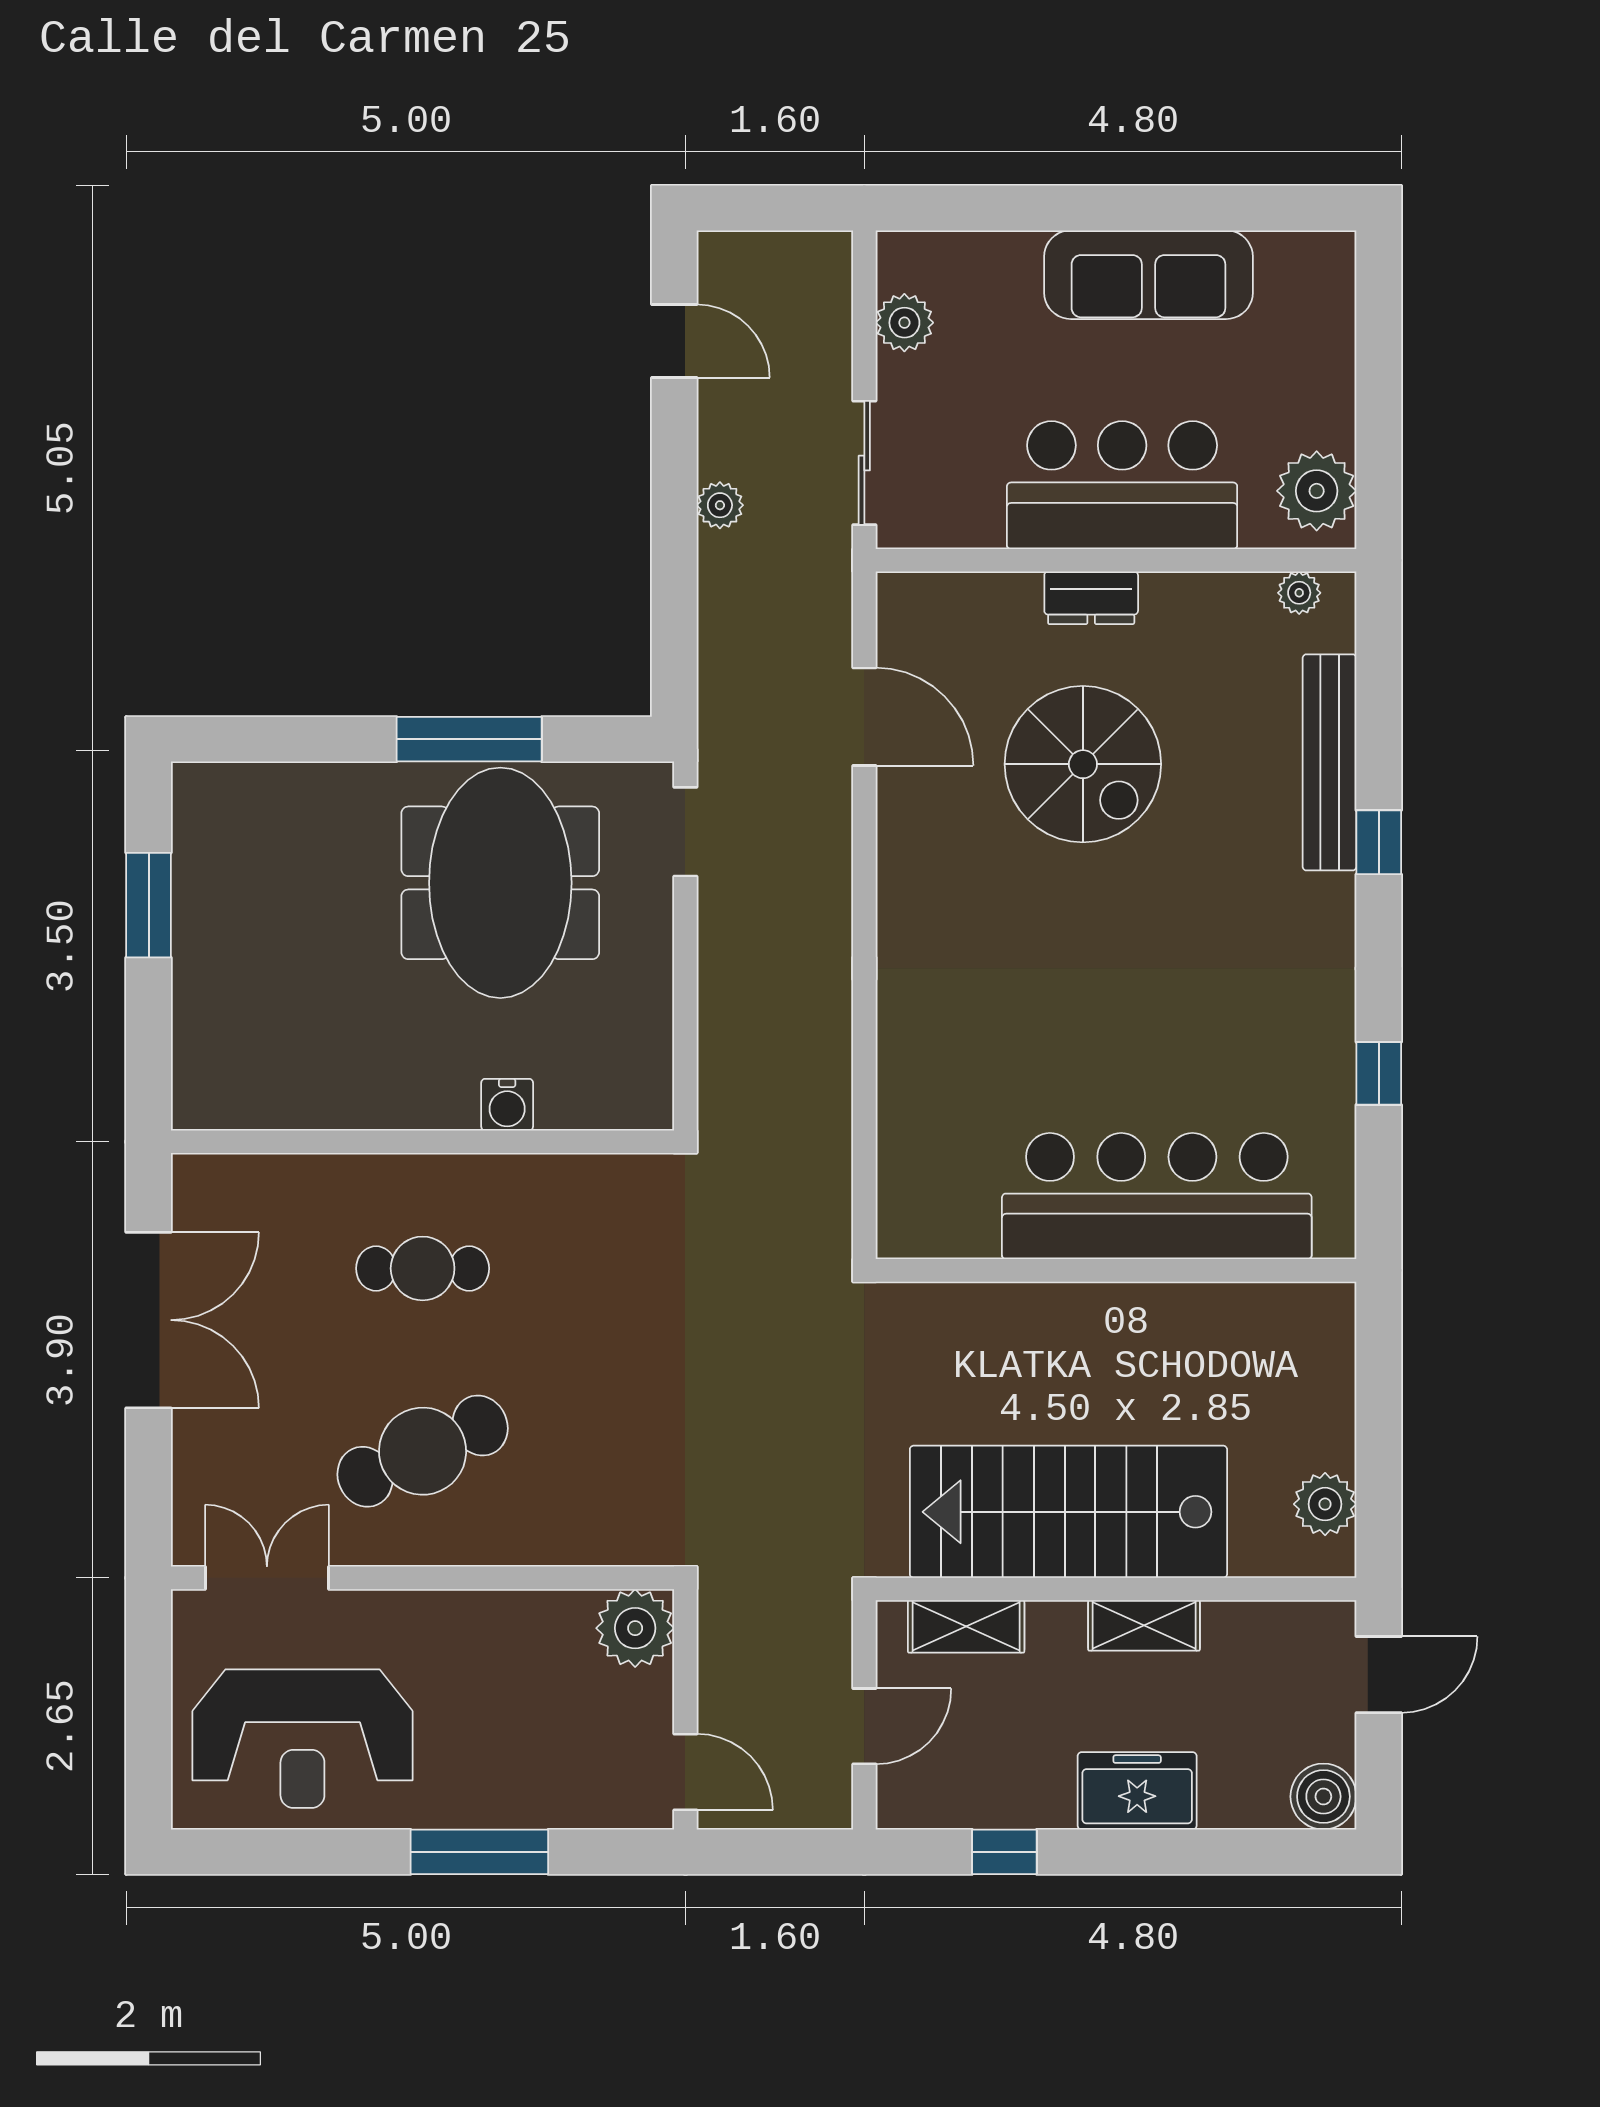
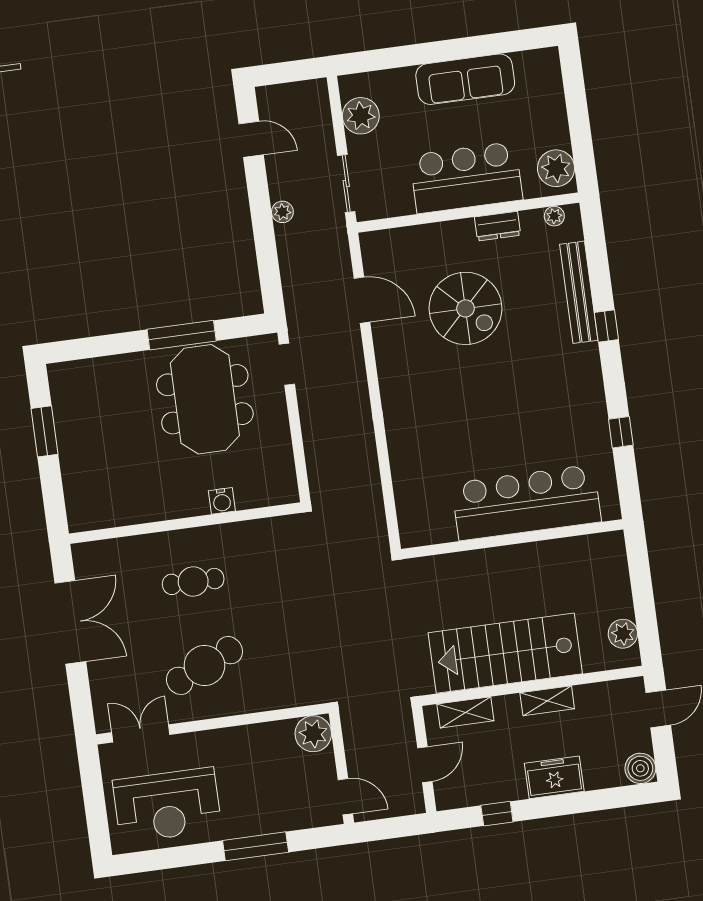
plant: (904, 323) -> (361, 116), width x1.36, depth x1.36
dresser: (1091, 598) -> (498, 226), moved

